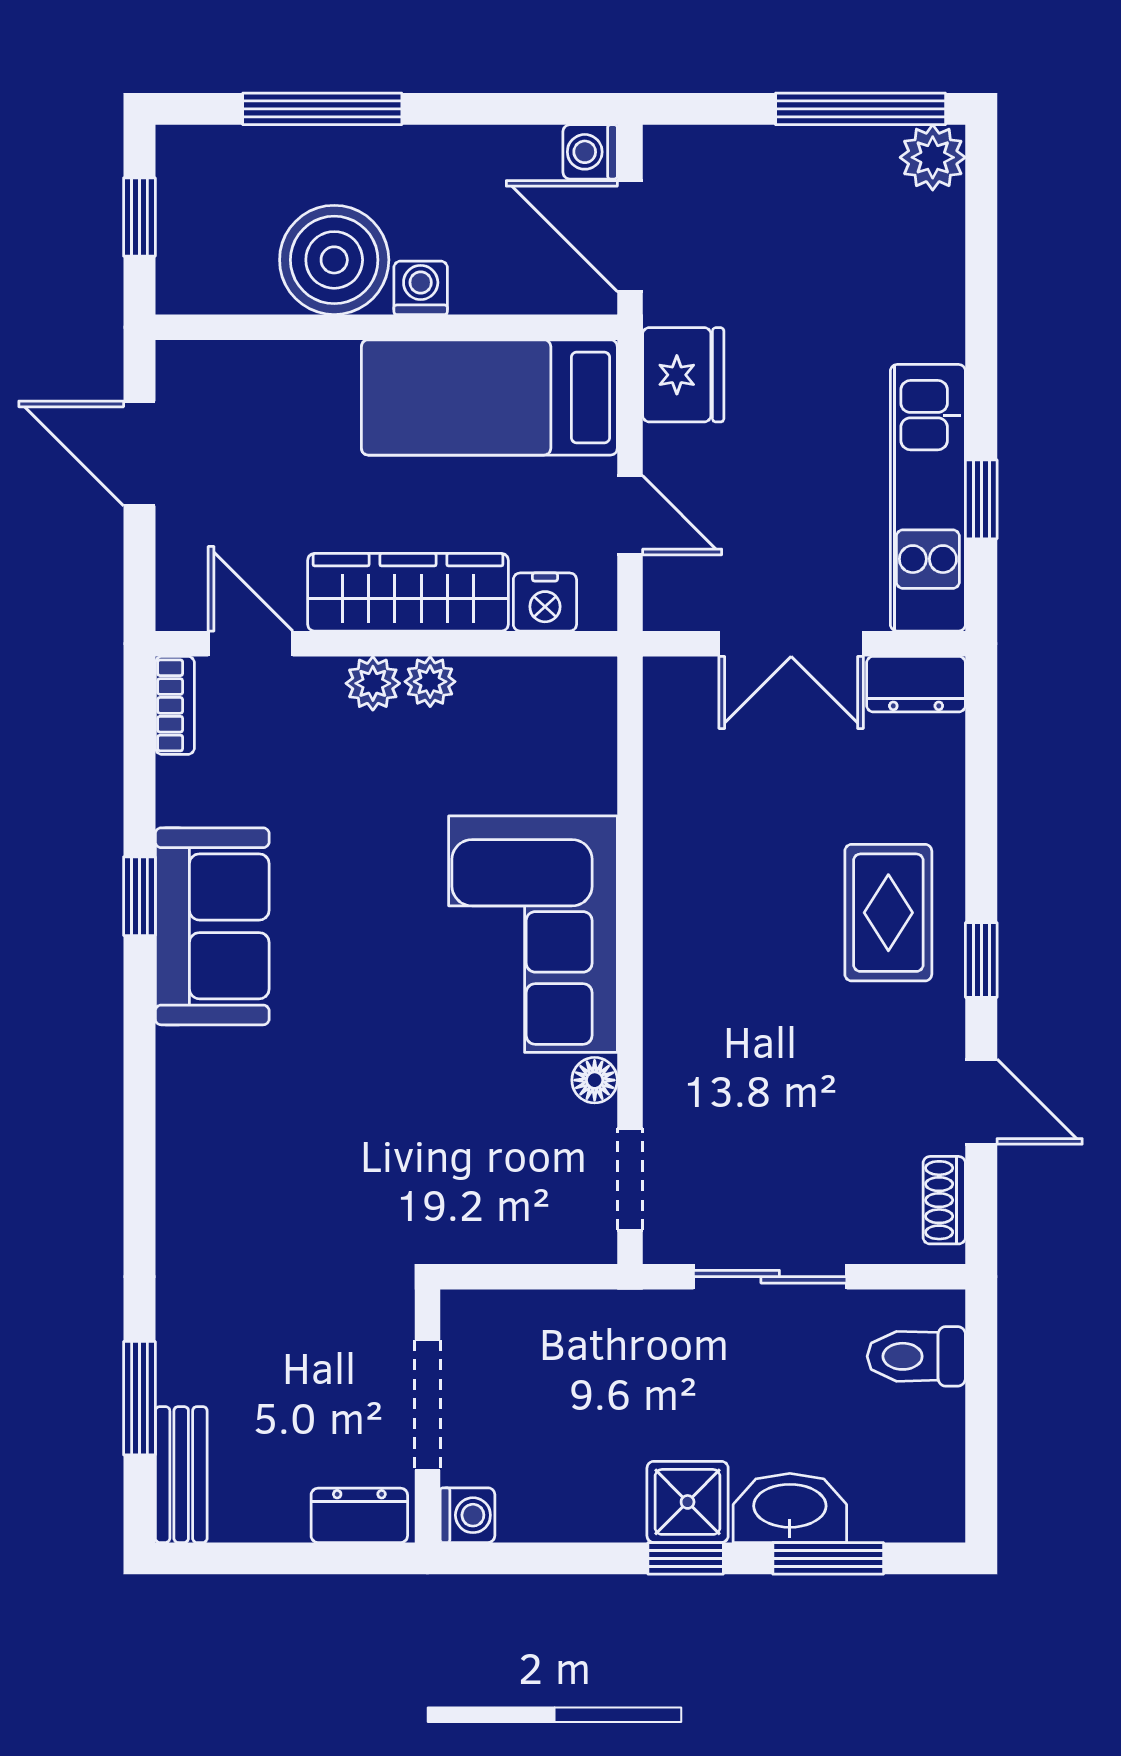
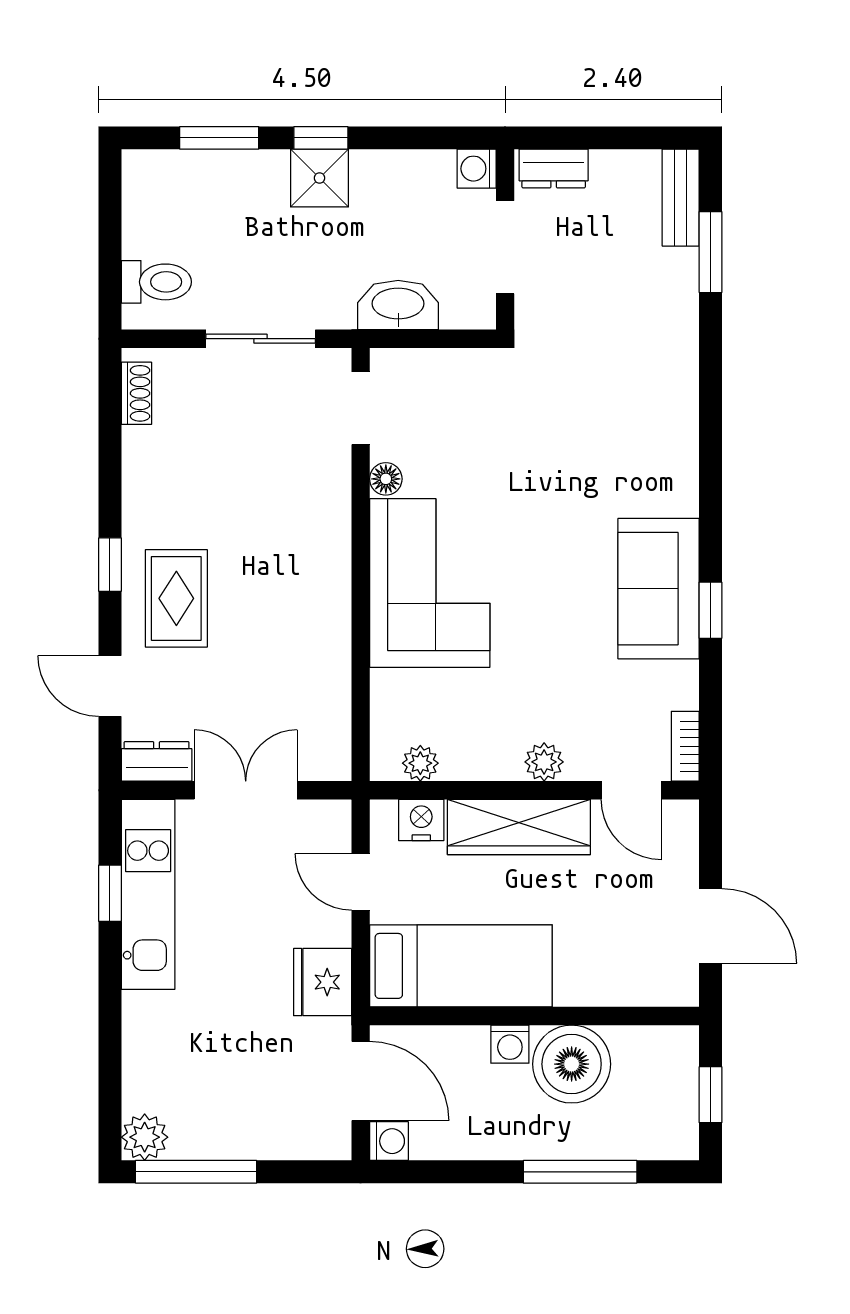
plant: (430, 682) -> (420, 763), moved
door: (981, 1102) -> (110, 686), moved
washbasin: (790, 1508) -> (398, 305), moved, turned 180

